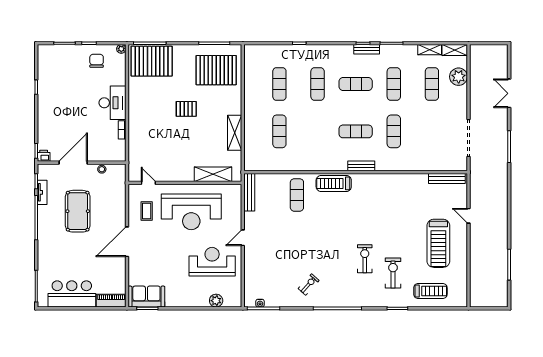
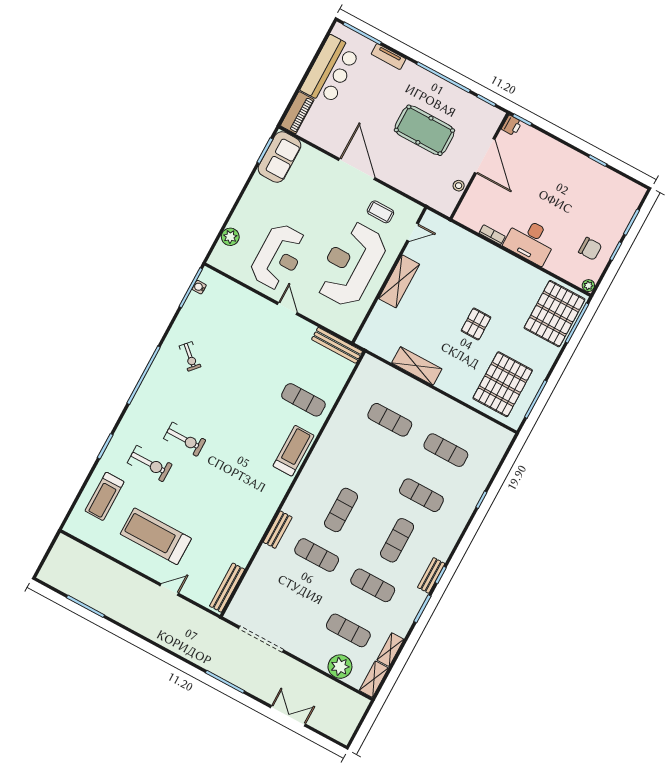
bench: (361, 166) -> (278, 530), moved
shelving: (213, 174) -> (399, 281), moved
tv unit: (42, 192) -> (389, 57), moved

